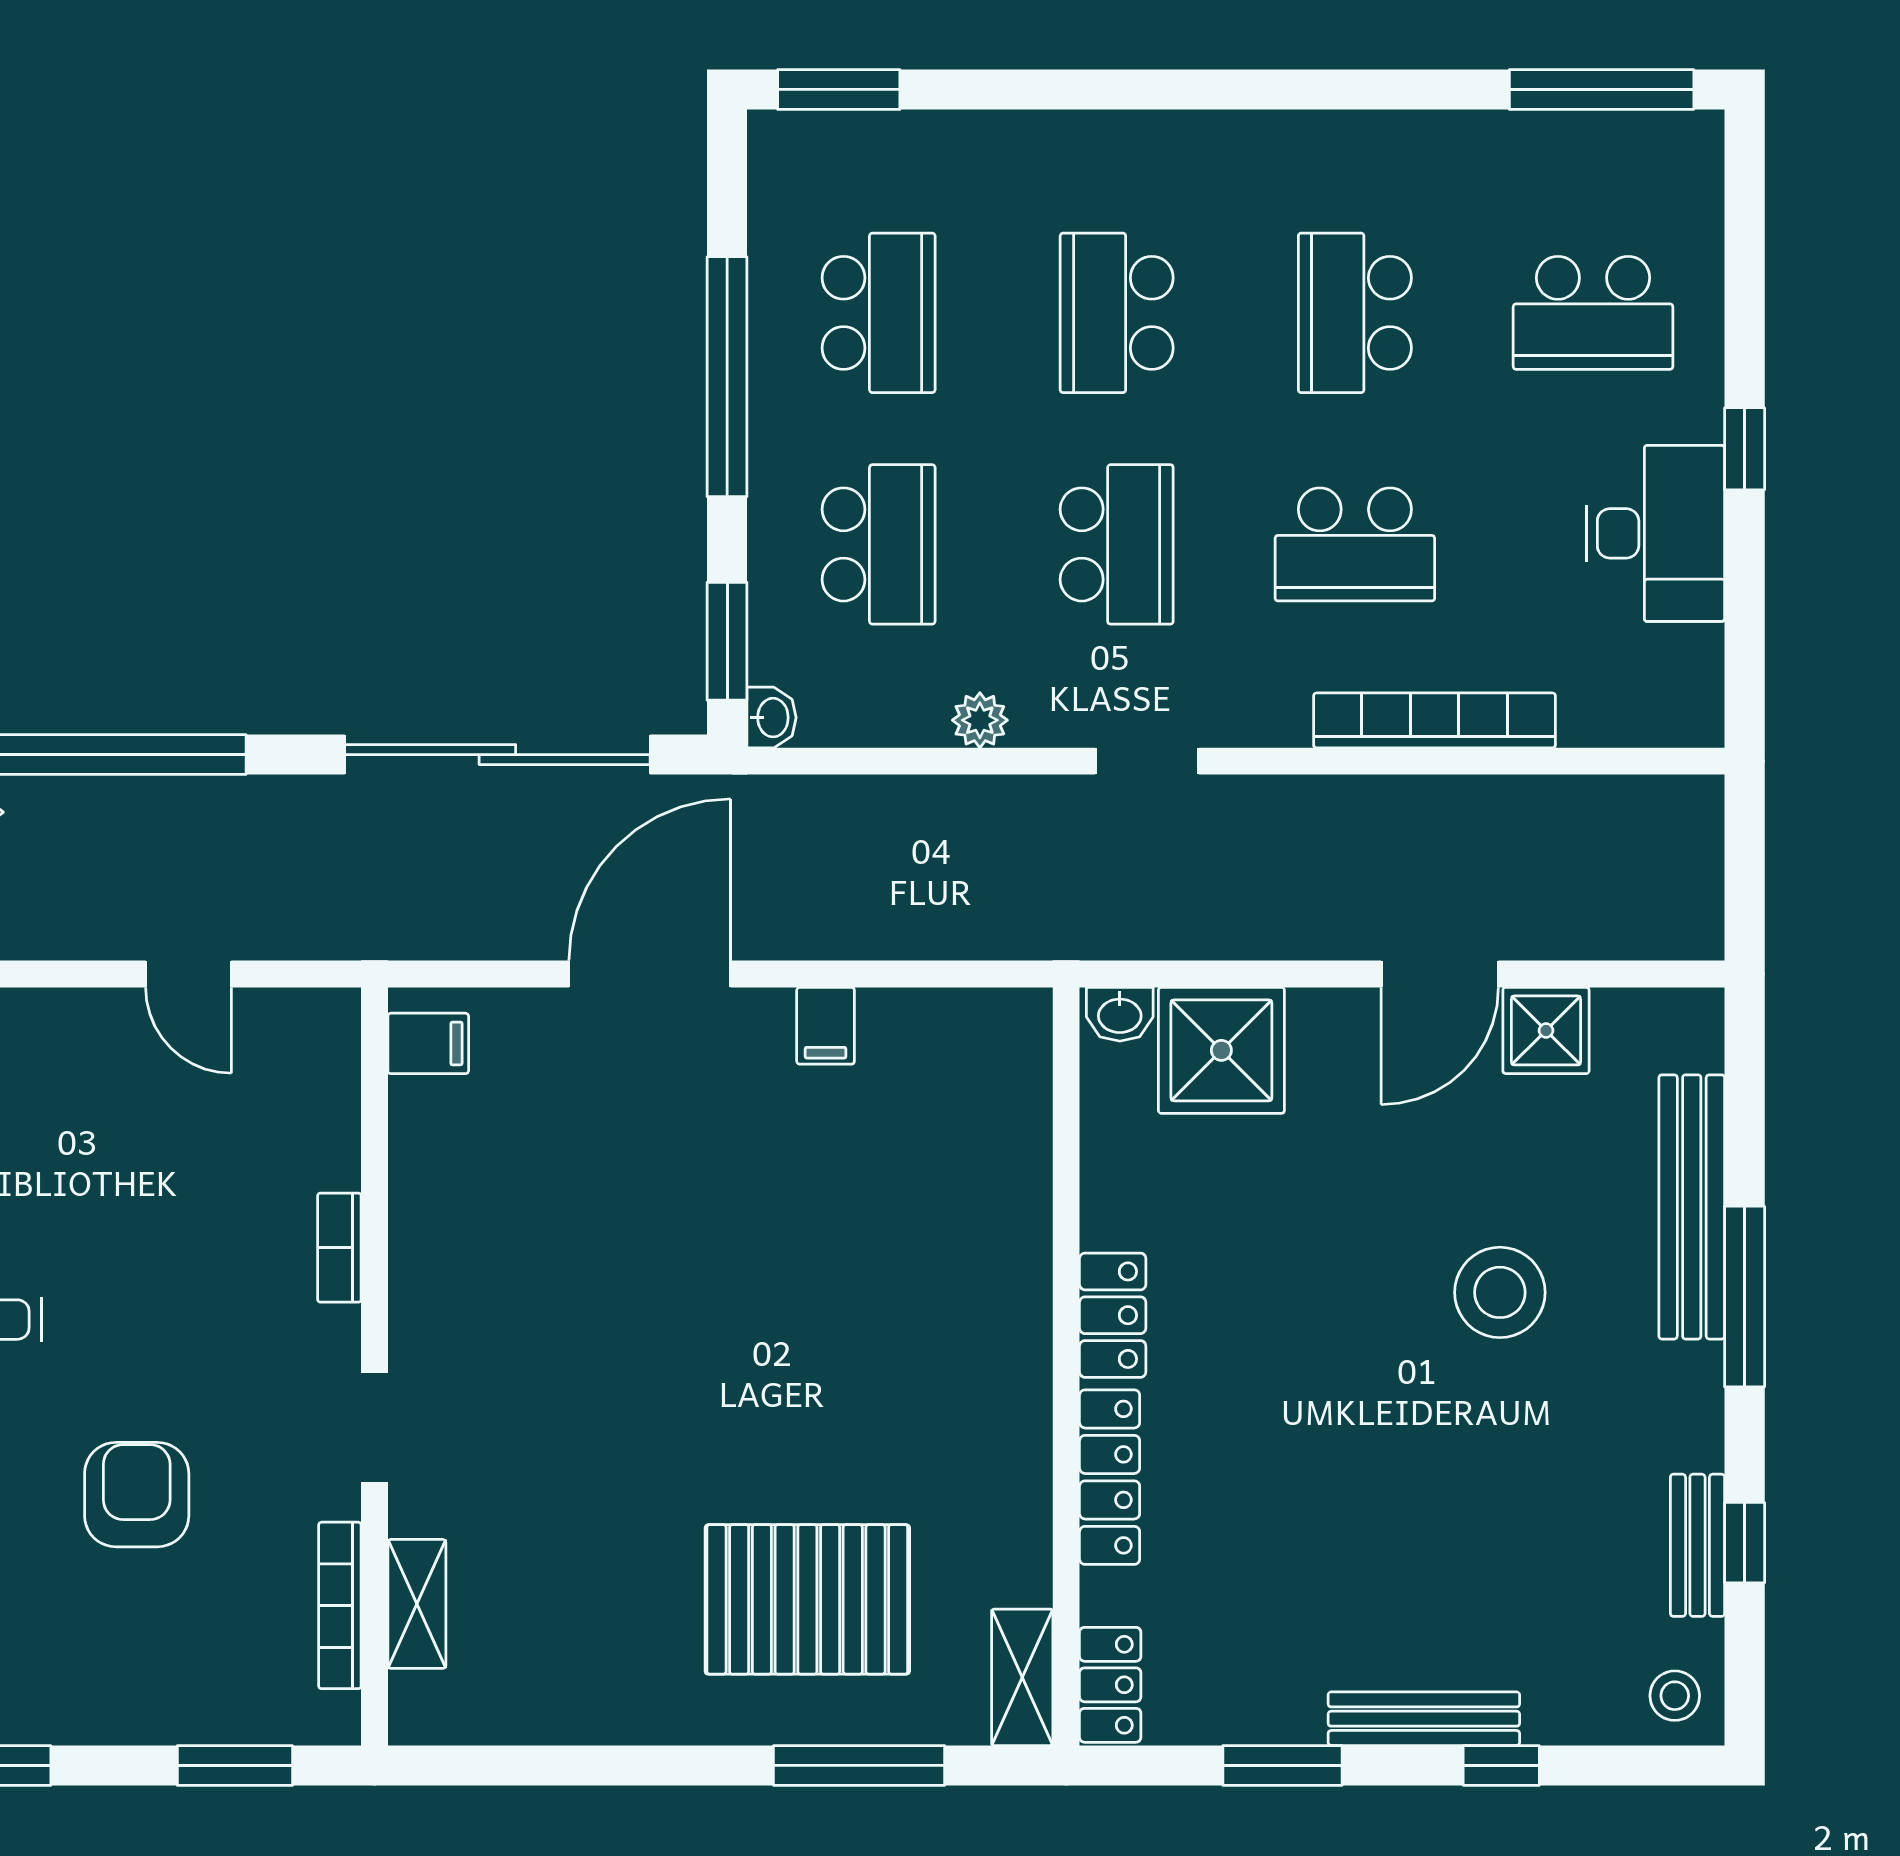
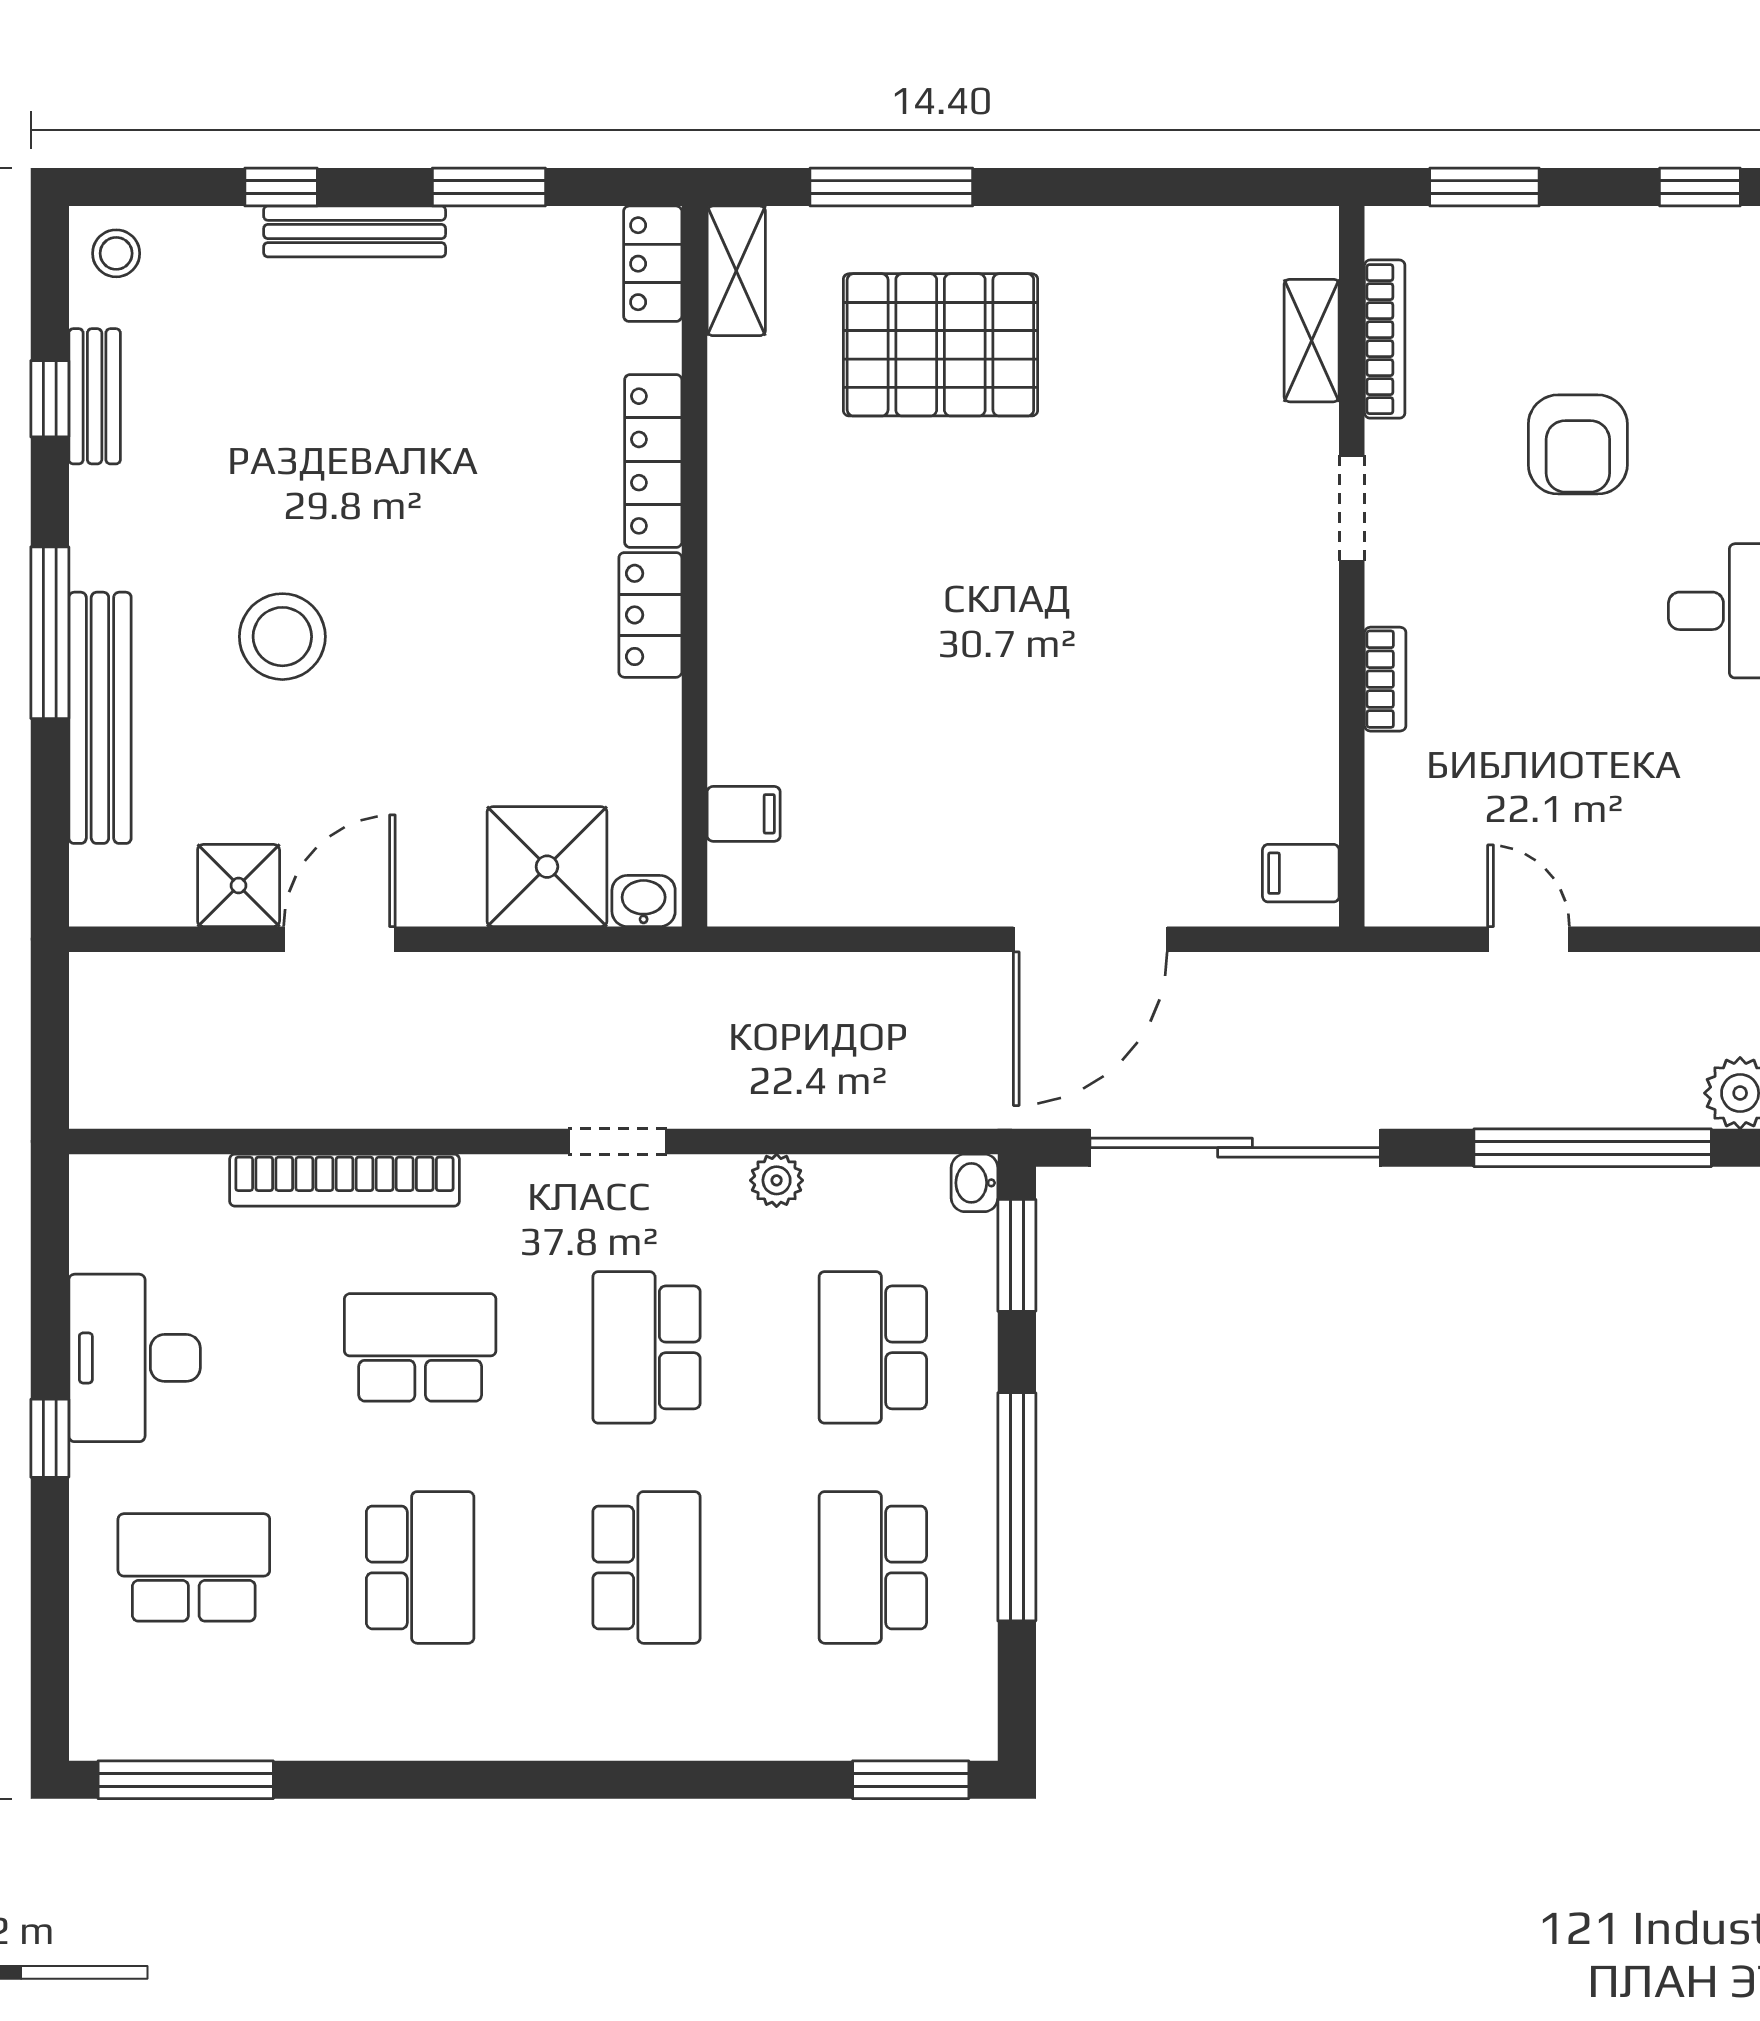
filing cabinet: (826, 1026) -> (744, 814), moved, turned 90

